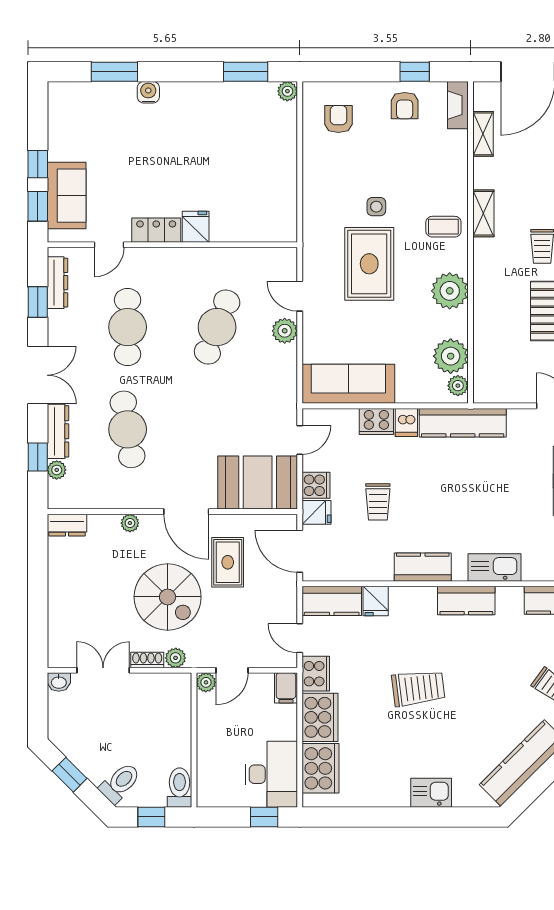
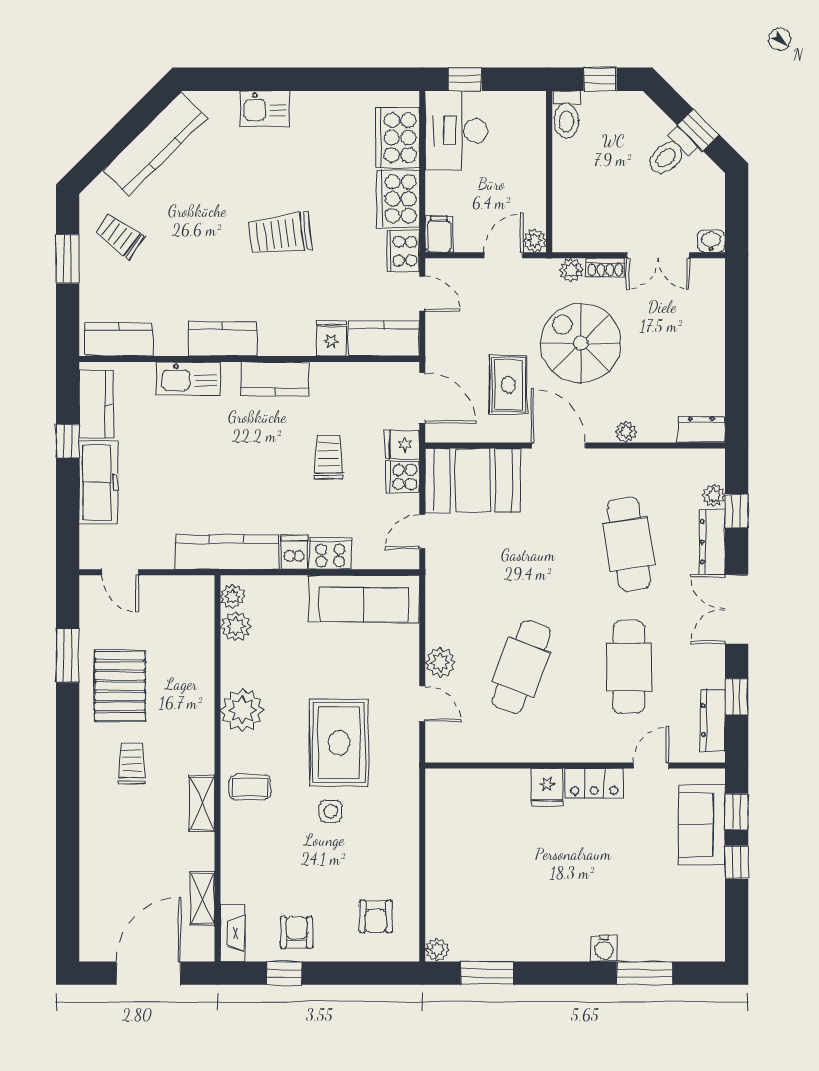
plant: (451, 356) -> (236, 626), width x0.73, depth x0.73
toilet: (120, 783) -> (671, 153), moved

